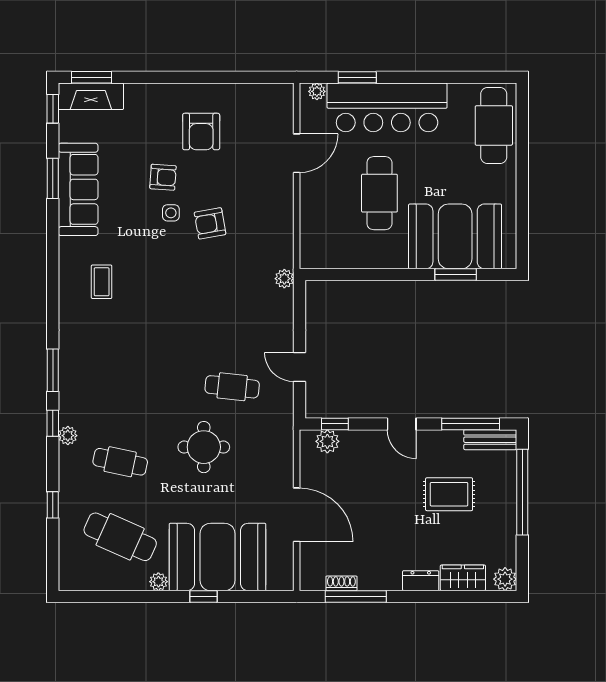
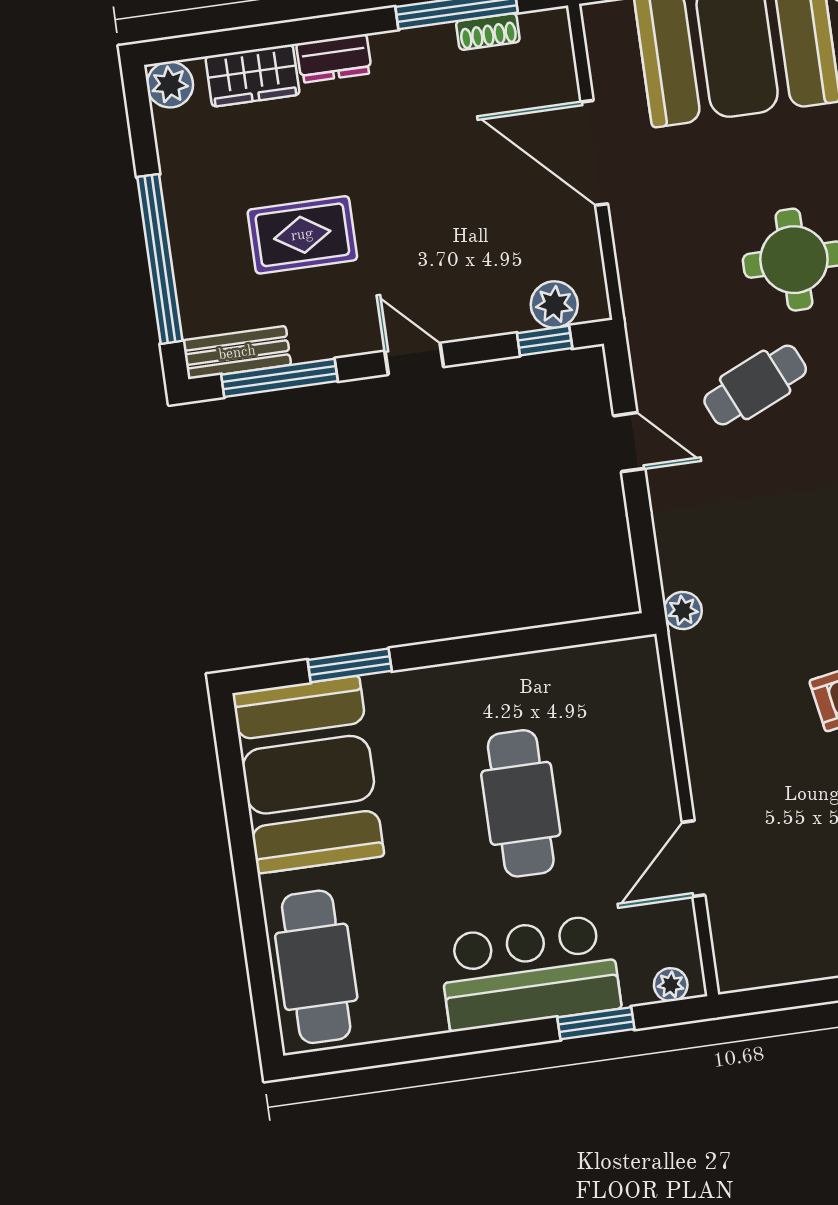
bar counter: (387, 107) -> (529, 973), width x0.73
booth: (455, 236) -> (308, 775), moved, turned 90
cafe table: (232, 387) -> (755, 385), turned -30

